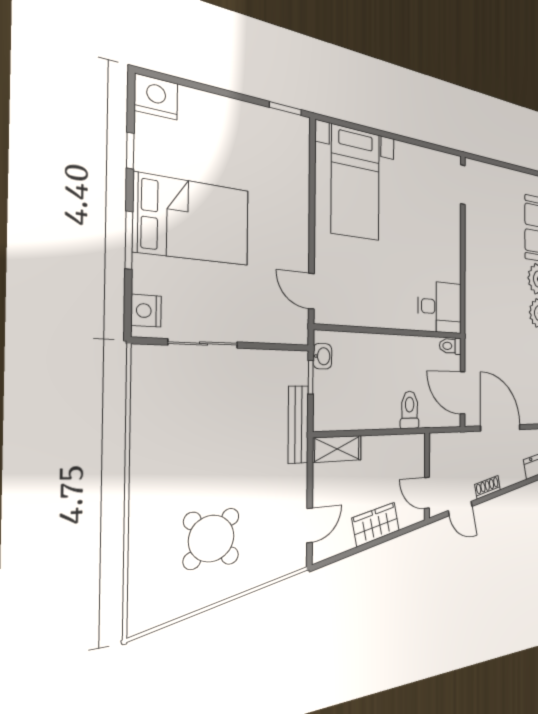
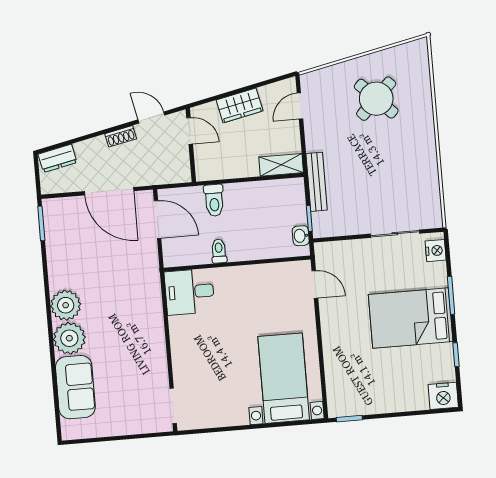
toilet: (450, 346) -> (219, 251), moved, turned -90

